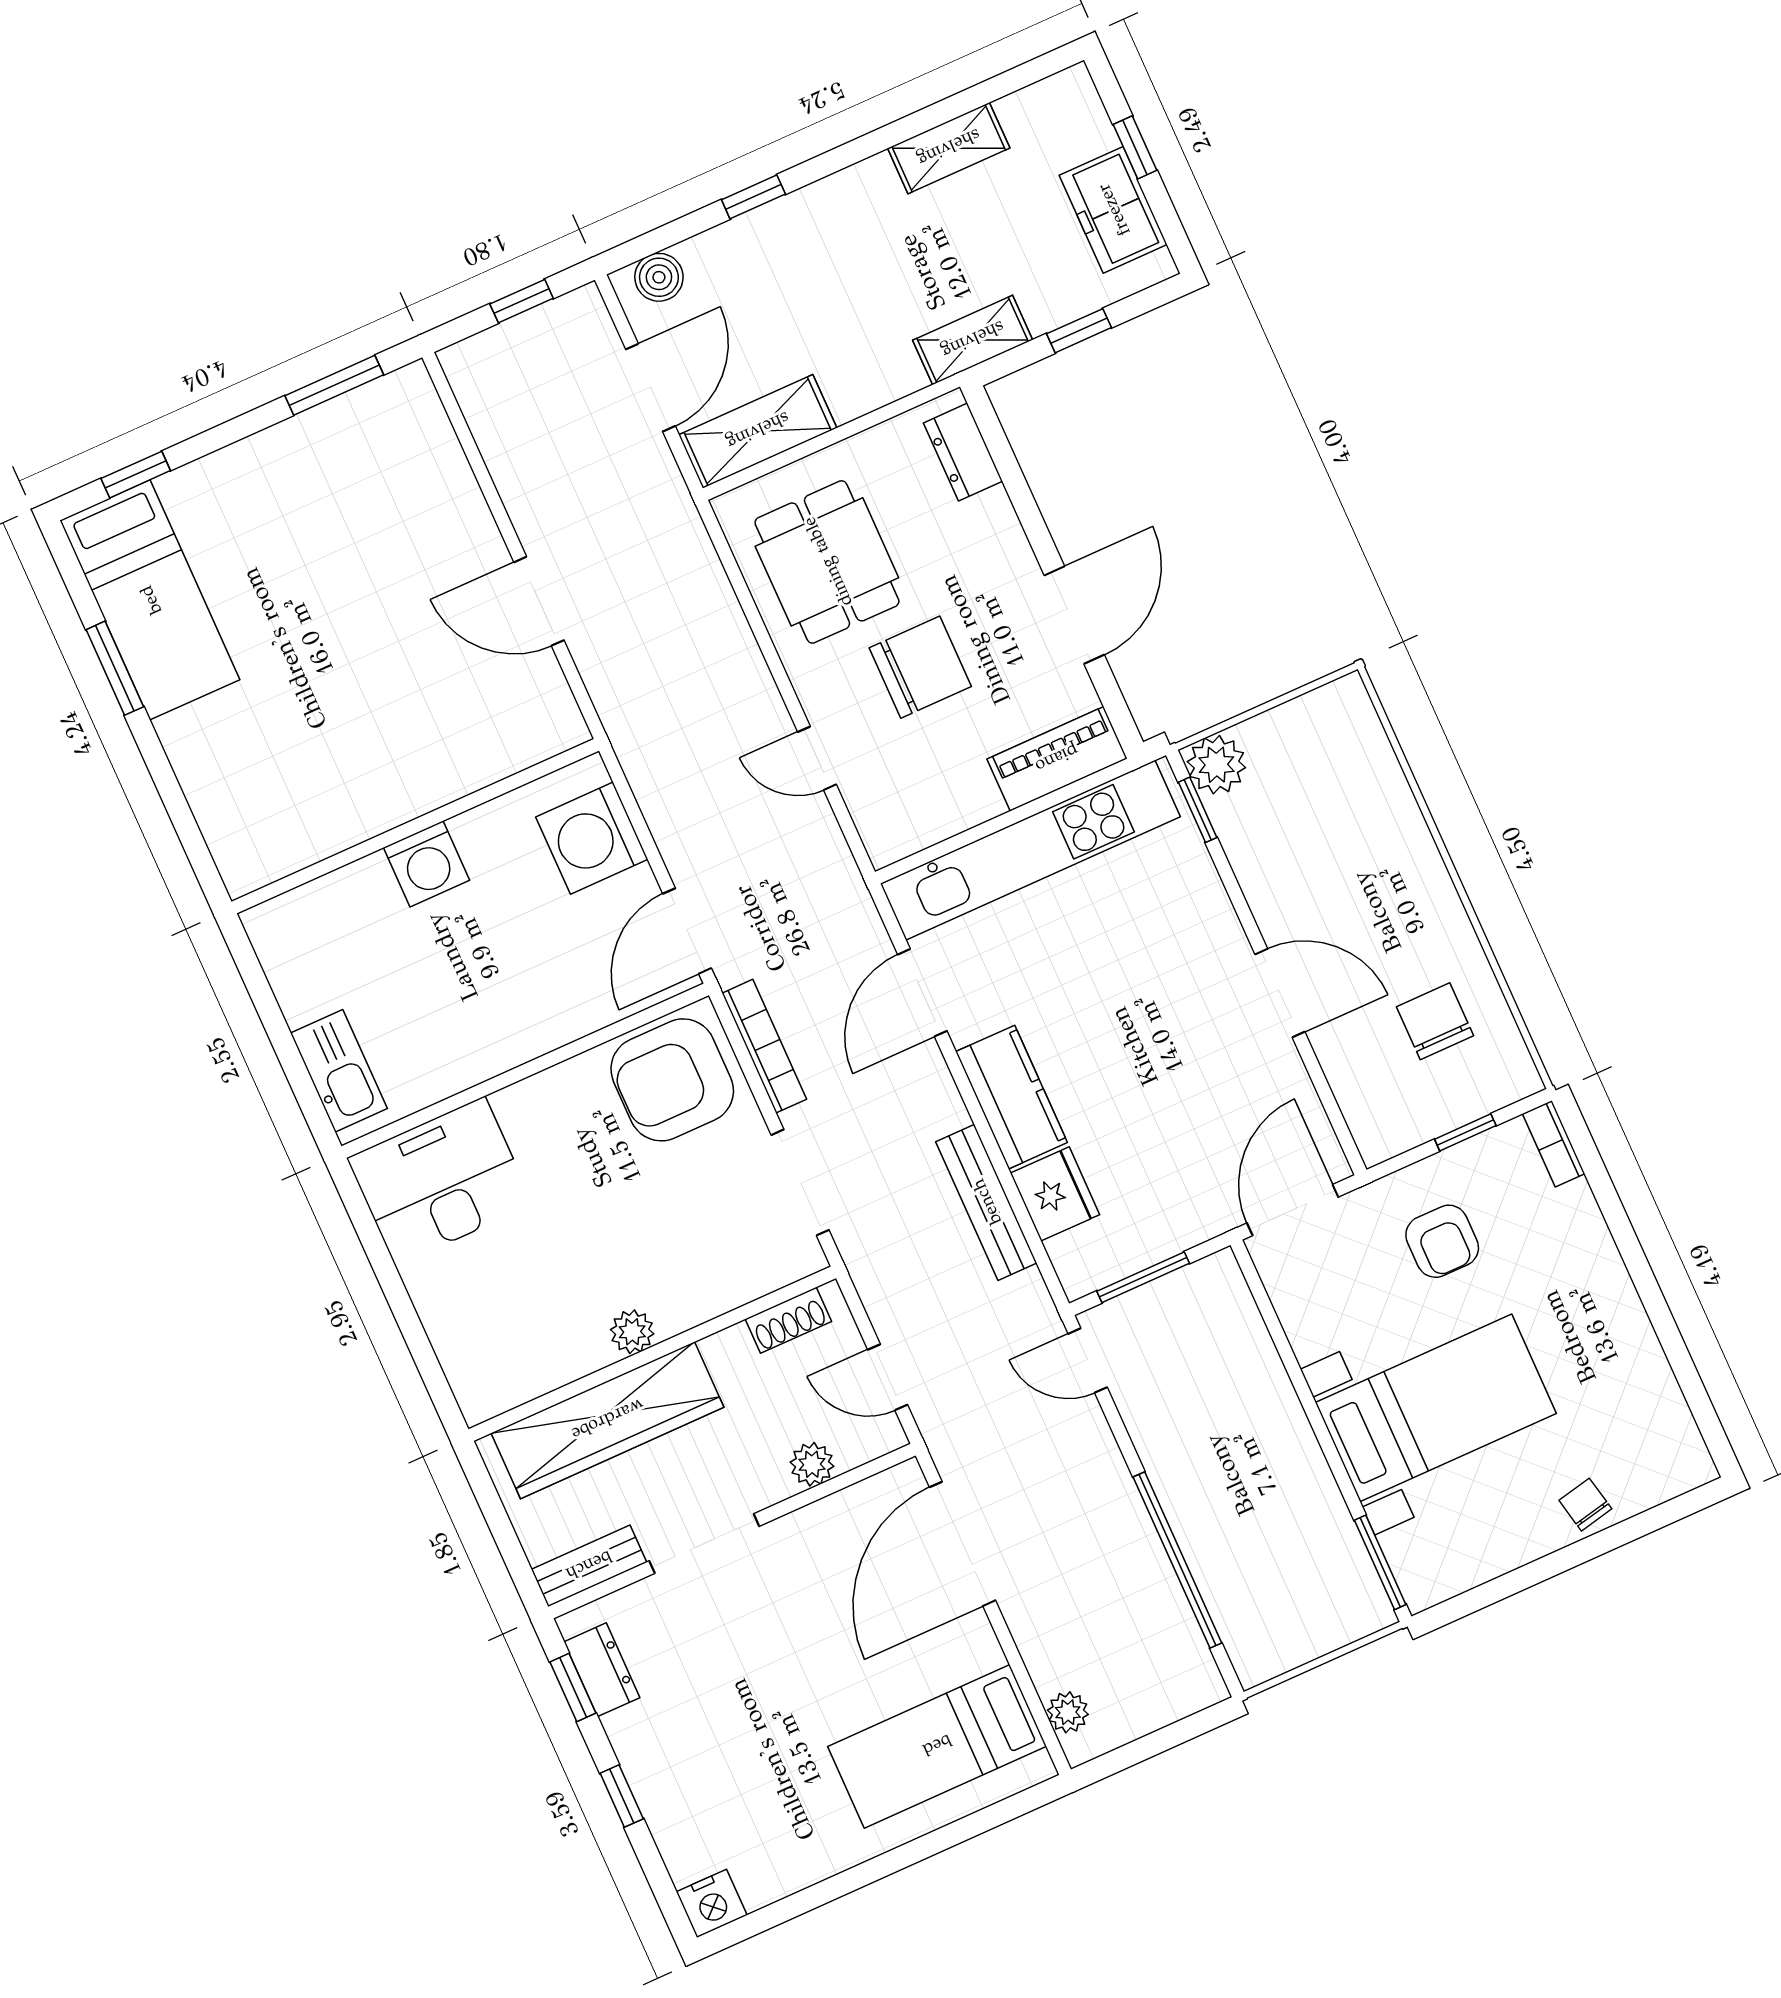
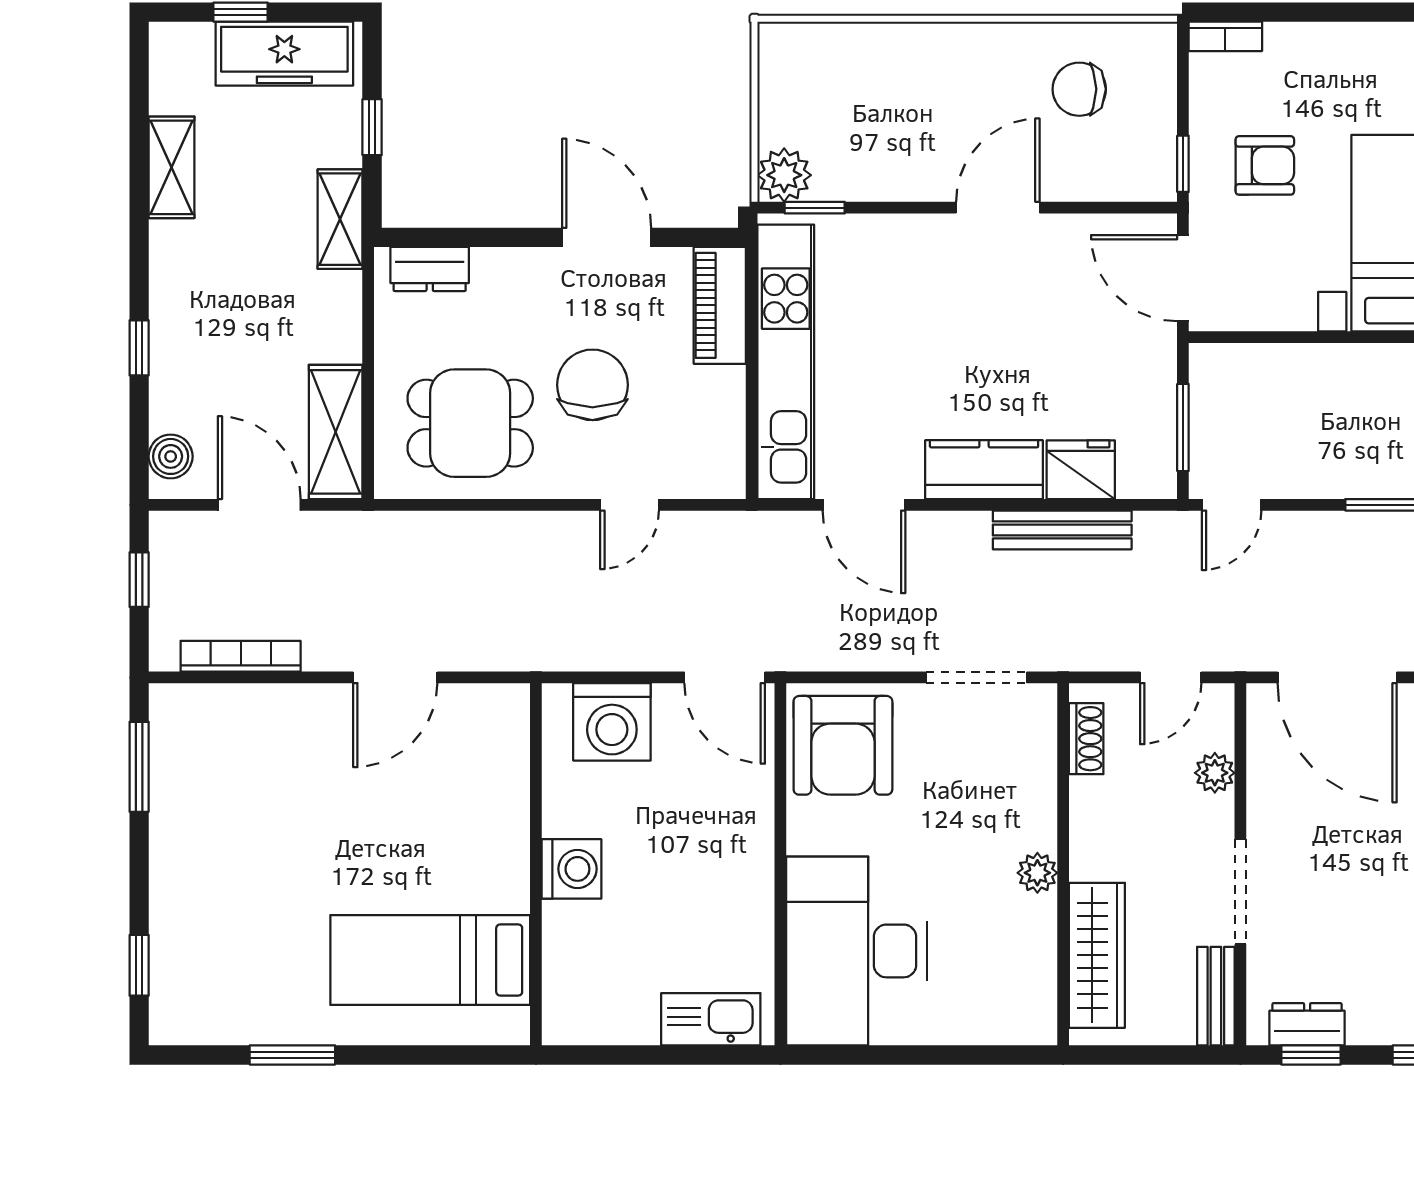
freezer: (1113, 210) -> (284, 54), width x1.40
bed: (150, 600) -> (430, 960), moved, turned 180
bookcase: (764, 1046) -> (241, 656), moved
window: (1465, 1132) -> (1183, 164), moved
desk: (440, 1181) -> (857, 951), width x1.36, depth x1.30
wardrobe: (608, 1420) -> (1097, 955), width x0.71, depth x0.85

